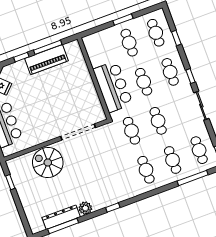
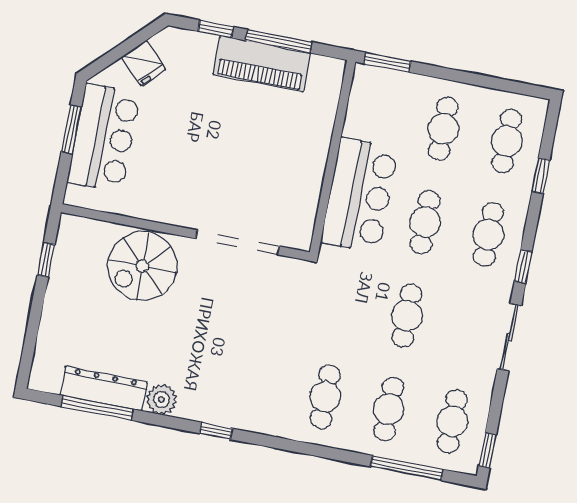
window: (123, 20) -> (387, 62), moved
cafe table: (132, 131) -> (343, 303), removed
spiral stairs: (48, 162) -> (142, 266), turned -90

